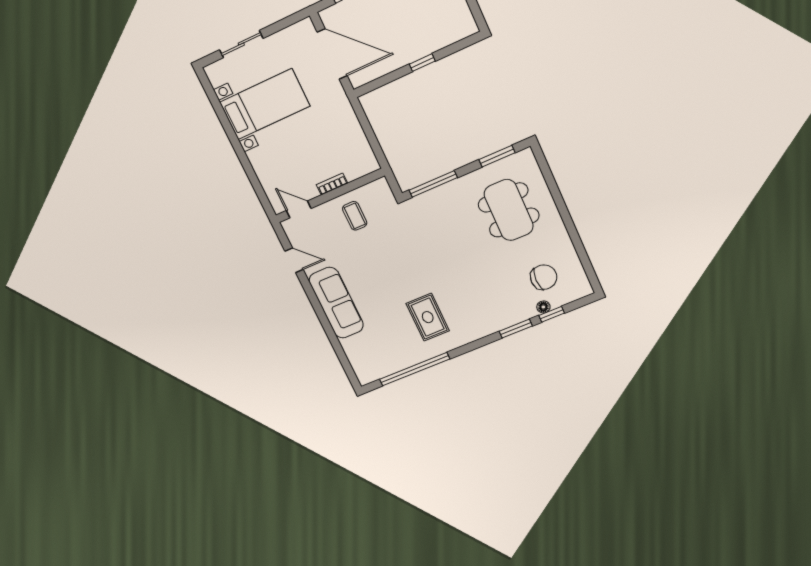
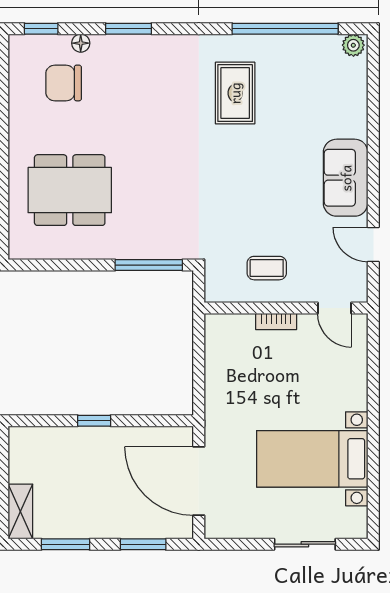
window: (497, 156) -> (54, 265), removed
dining table: (509, 210) -> (70, 190), turned 90
coffee table: (355, 216) -> (267, 268), turned 90
sofa: (336, 303) -> (346, 178), width x0.73
window: (552, 314) -> (41, 29), moved
plant: (367, 376) -> (353, 45), added

